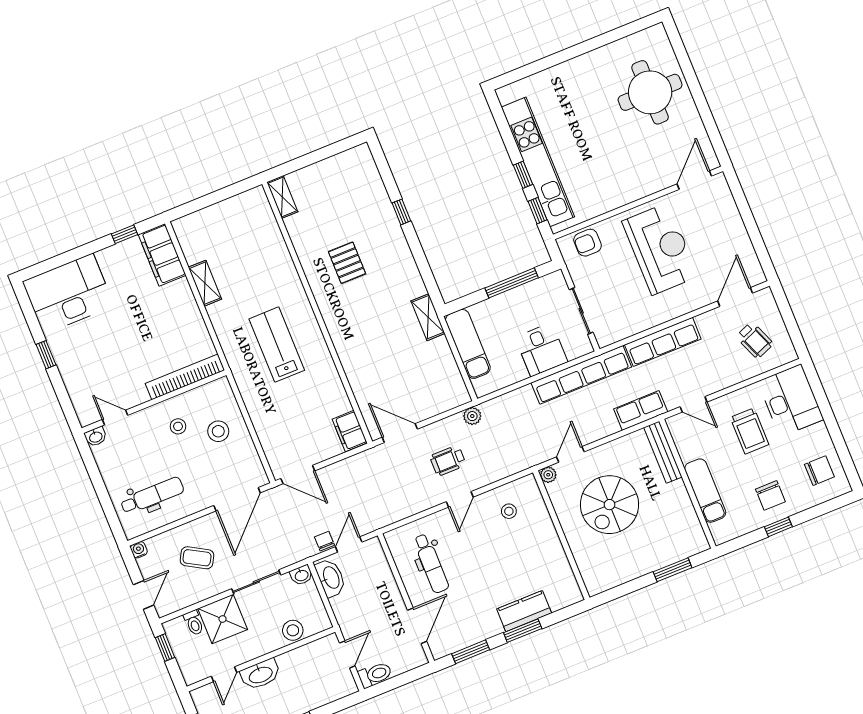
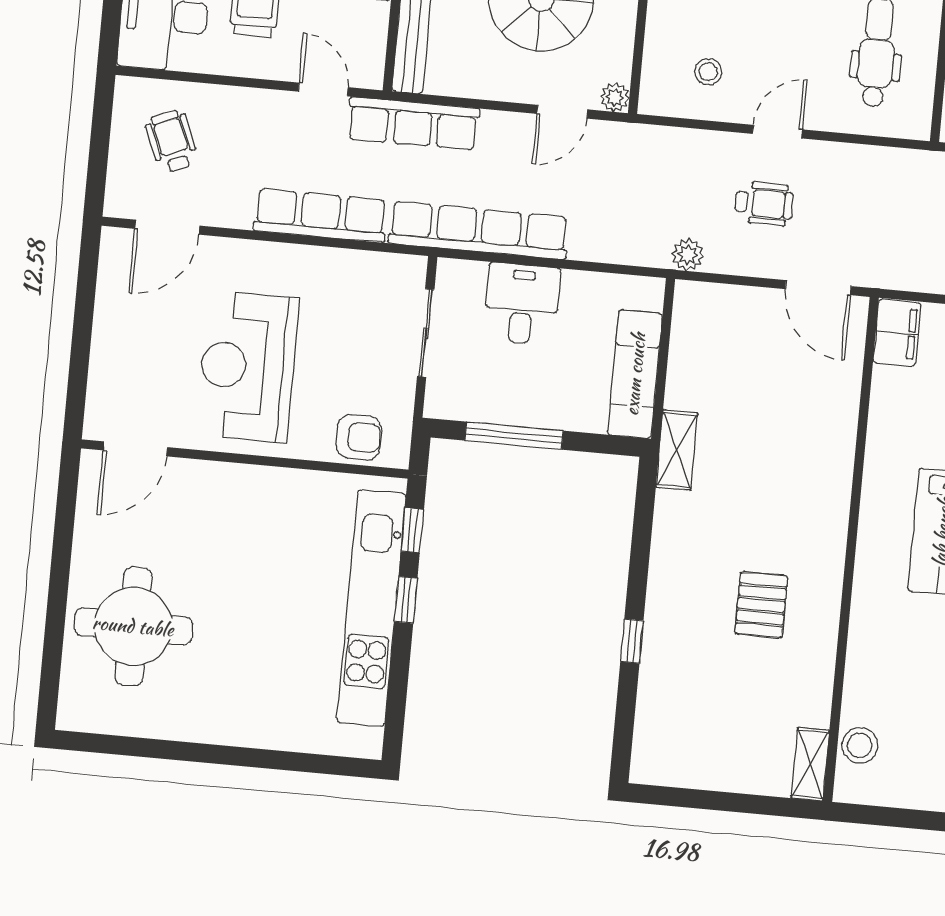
stool: (263, 219) -> (860, 745), added
row of seats: (641, 410) -> (413, 124), width x1.48

